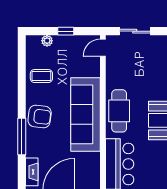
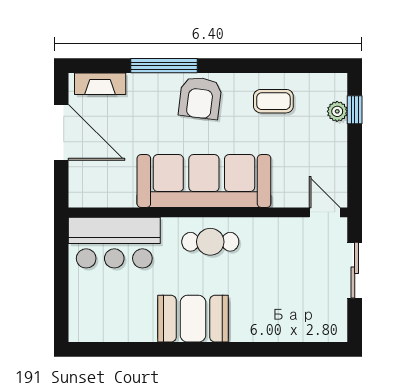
window: (66, 31) -> (355, 110), moved
coffee table: (41, 76) -> (273, 101), turned 90
cafe table: (119, 111) -> (210, 242), width x0.73, depth x0.74

